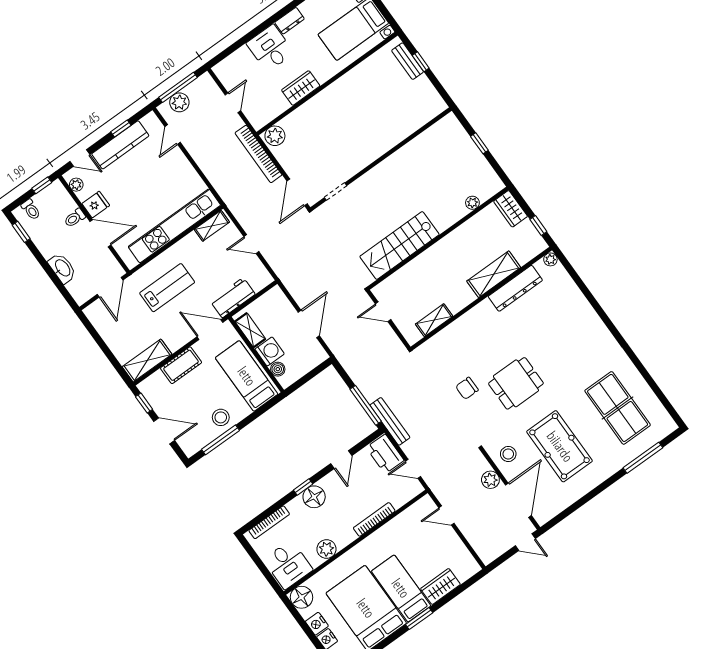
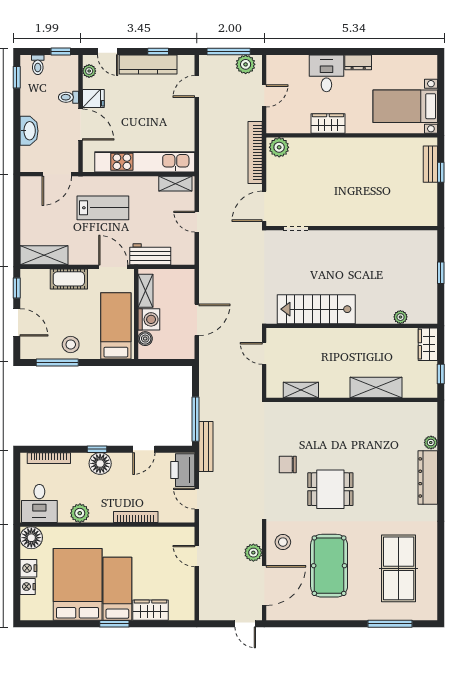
plant: (179, 102) -> (246, 64), moved
plant: (550, 259) -> (431, 443), moved
dresser: (515, 288) -> (428, 477), moved, turned 90

